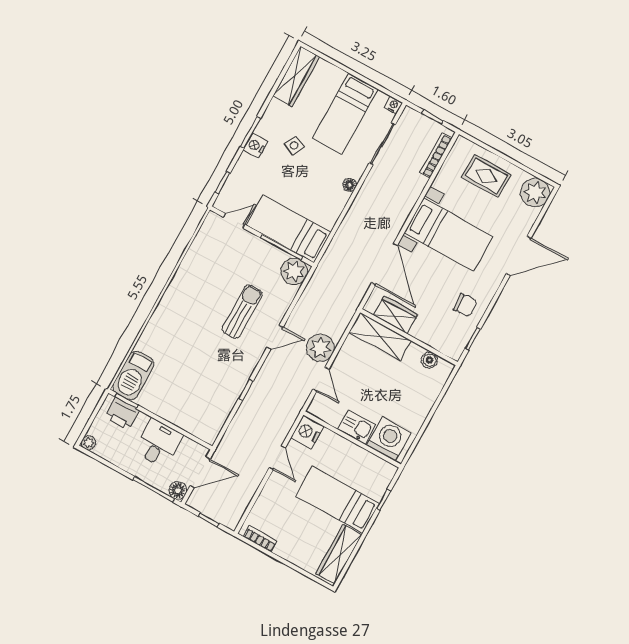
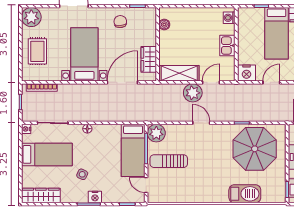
sun lounger: (242, 312) -> (169, 161), moved
shelving: (380, 337) -> (179, 73), moved, turned 90
barbecue: (133, 375) -> (245, 194), moved
parasol: (203, 388) -> (255, 149), added
washing machine: (389, 439) -> (229, 18), width x0.53, depth x0.53

